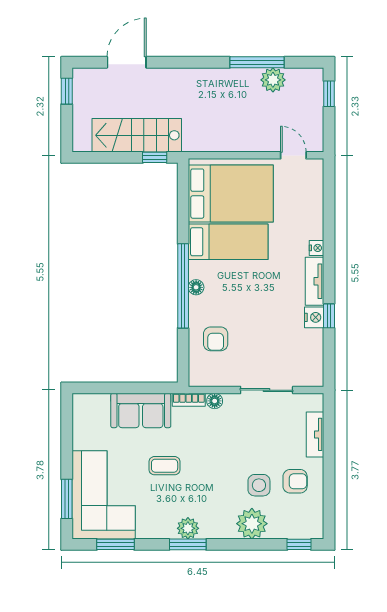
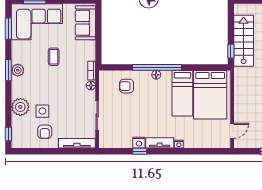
sofa: (141, 410) -> (85, 23), moved
tv unit: (315, 434) -> (77, 143), width x1.41

